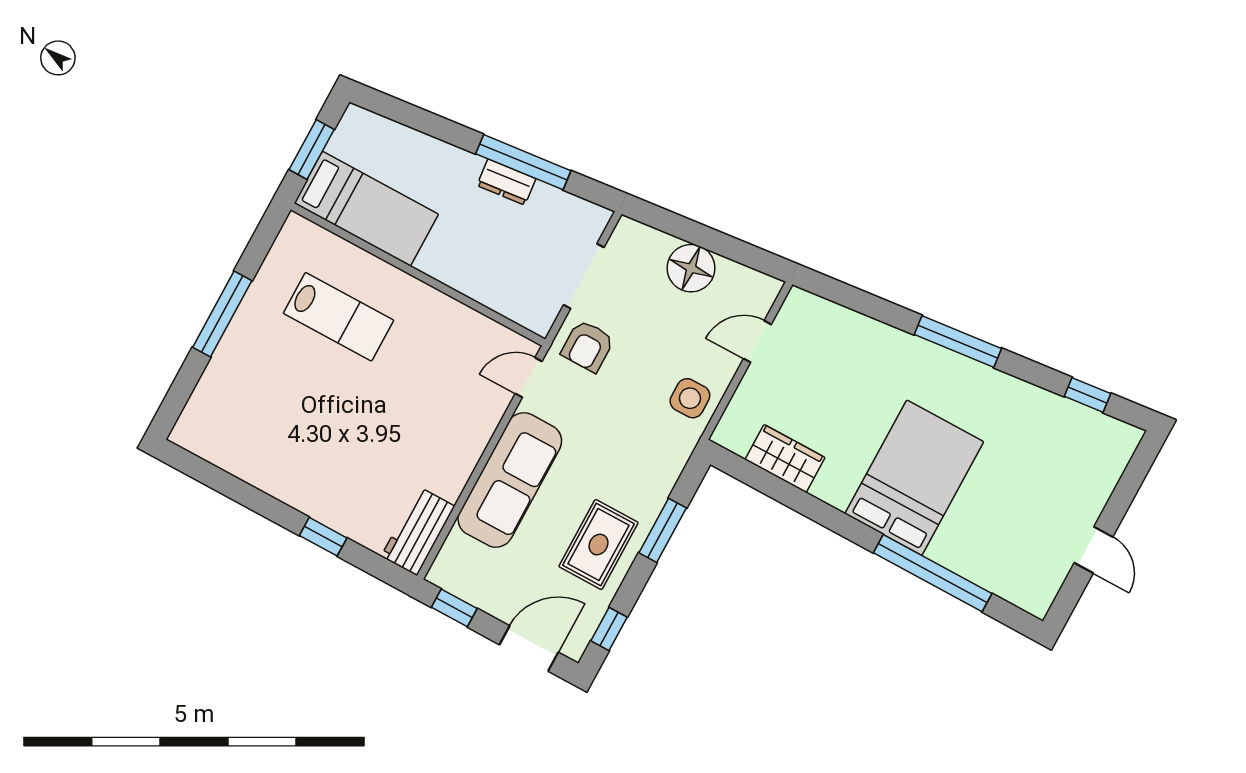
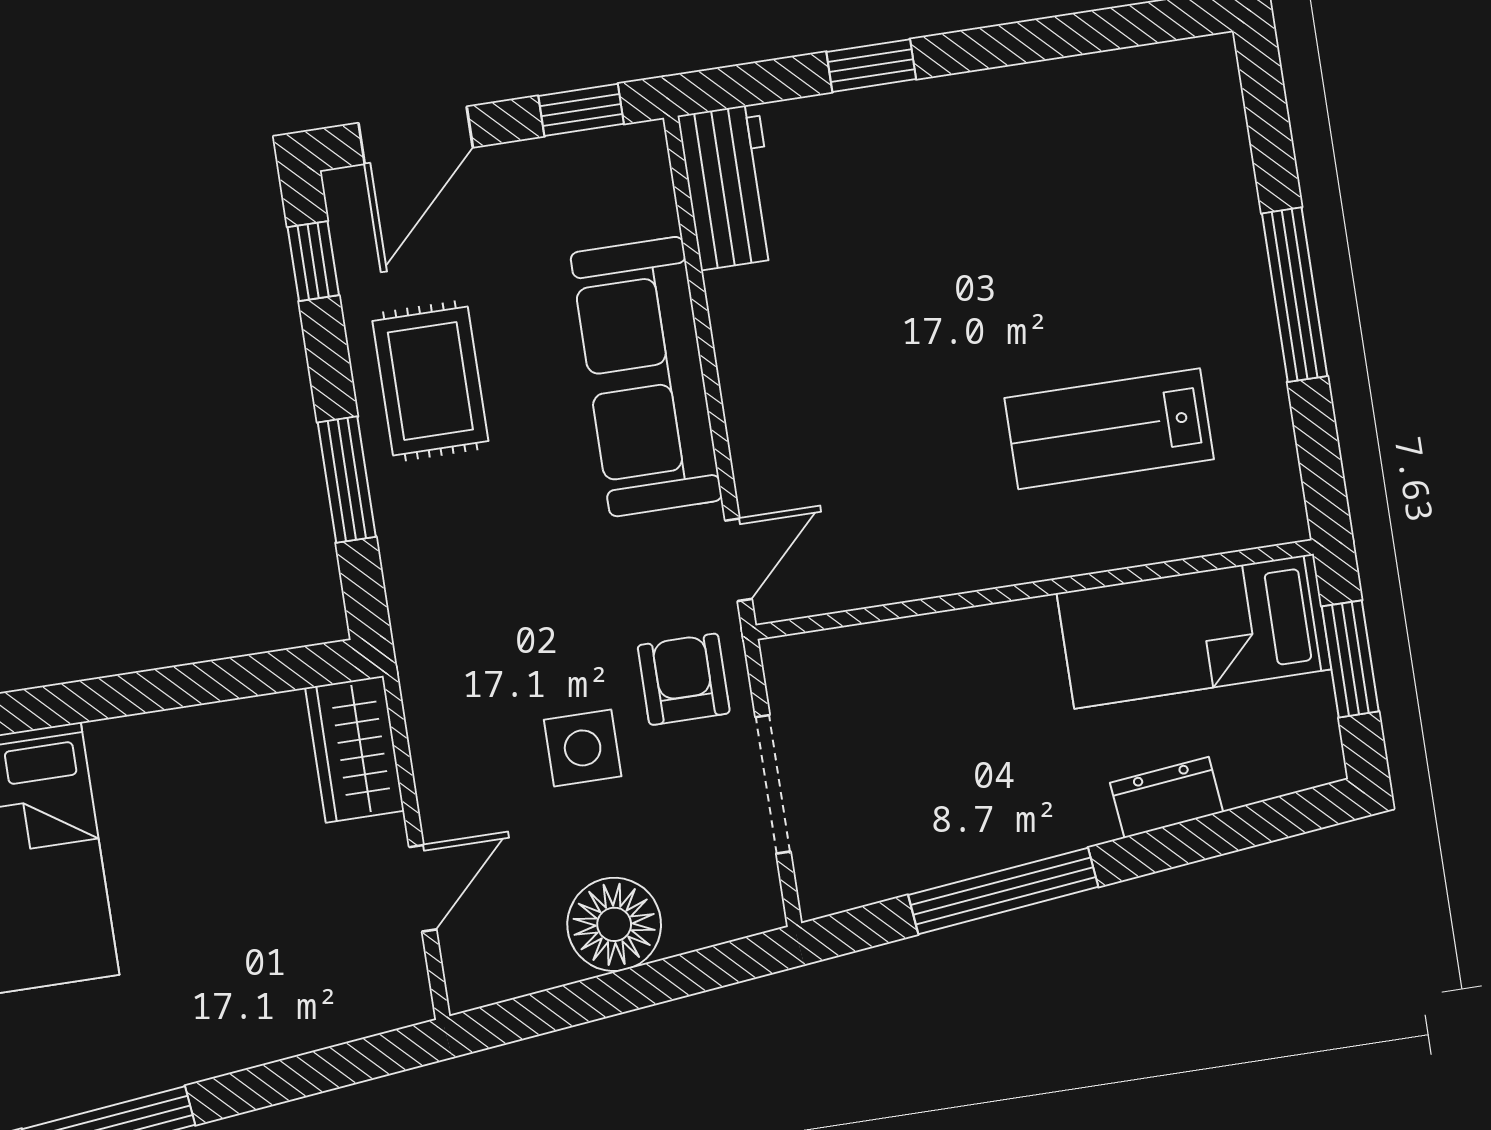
dresser: (506, 182) -> (1167, 797), moved
side table: (690, 398) -> (583, 748), moved
wardrobe: (785, 459) -> (355, 749), moved, turned 90

